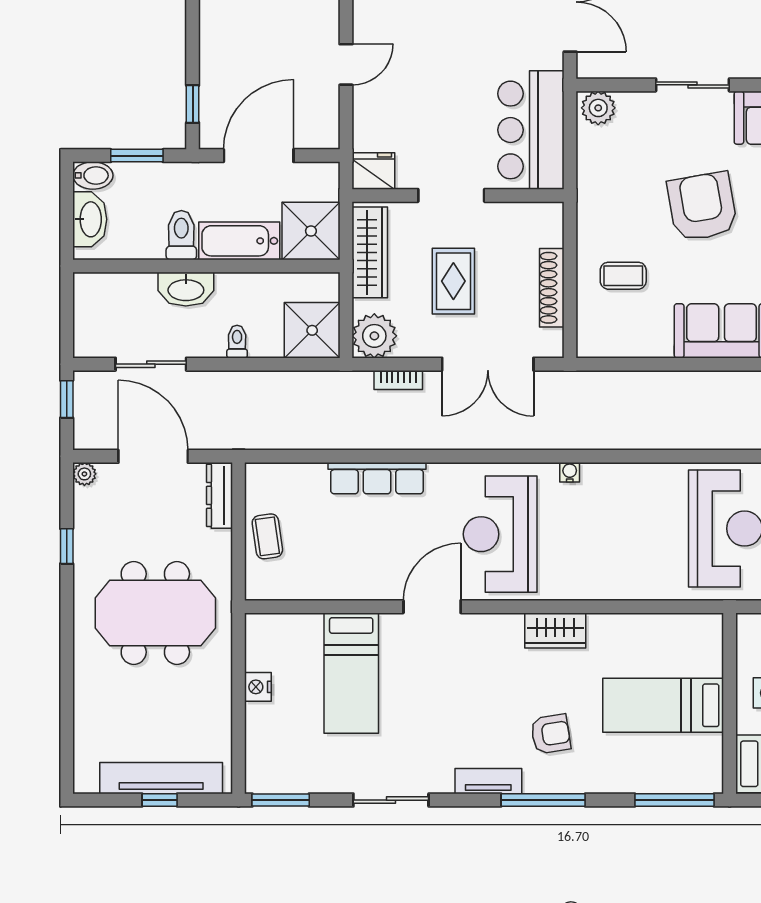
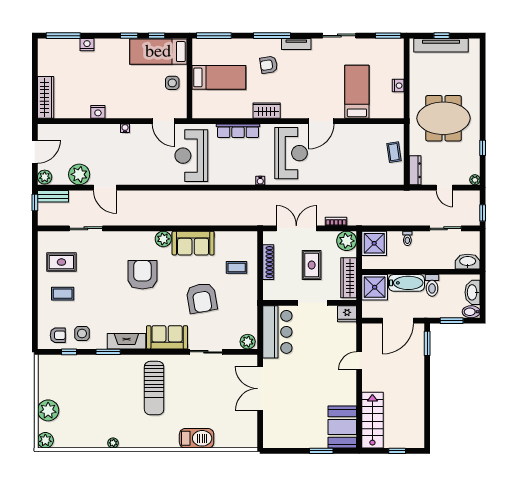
window: (193, 104) -> (427, 343), width x1.50
washbasin: (186, 289) -> (468, 262), moved
door: (153, 456) -> (444, 188), width x0.53
row of seats: (377, 478) -> (238, 131), moved, turned 180

